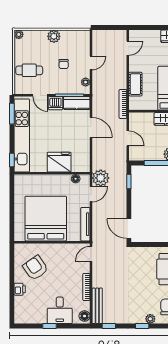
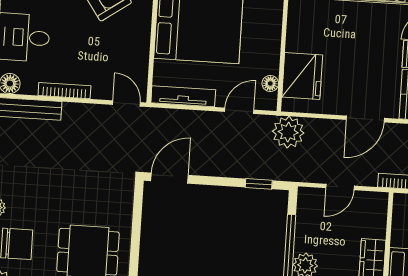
fridge: (59, 162) -> (302, 76), moved
plant: (101, 178) -> (288, 132), moved
door: (91, 194) -> (239, 111), swing flipped

